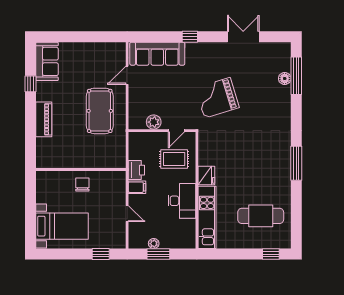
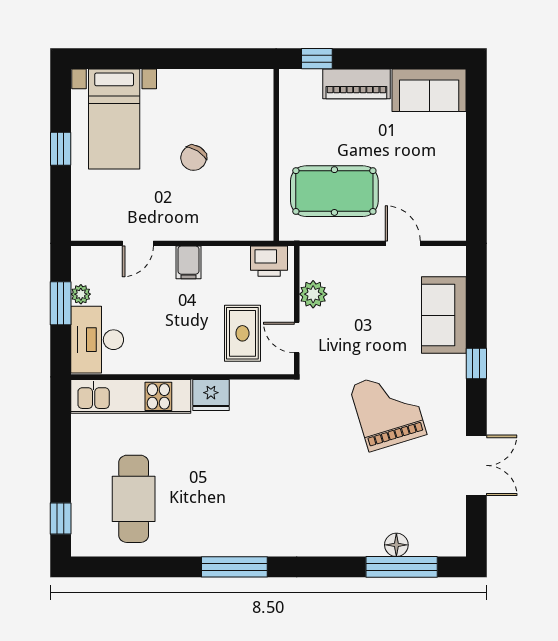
sofa: (157, 54) -> (444, 315), width x0.73
window: (30, 84) -> (317, 59), moved
grand piano: (217, 98) -> (388, 410), moved
piano: (44, 119) -> (356, 84), moved
wall: (81, 170) -> (276, 155), moved
printer: (136, 170) -> (269, 261), moved
chair: (82, 185) -> (194, 158), turned 122
desk: (182, 201) -> (97, 340), moved, turned 90
window: (101, 254) -> (61, 149), moved

